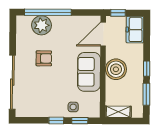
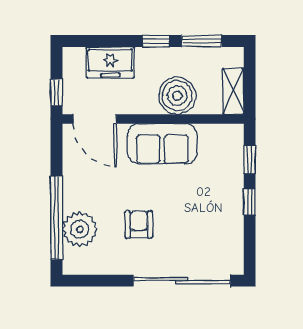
freezer: (135, 30) -> (110, 62), moved
boiler: (116, 69) -> (177, 96), moved
side table: (73, 107) -> (225, 172), removed

